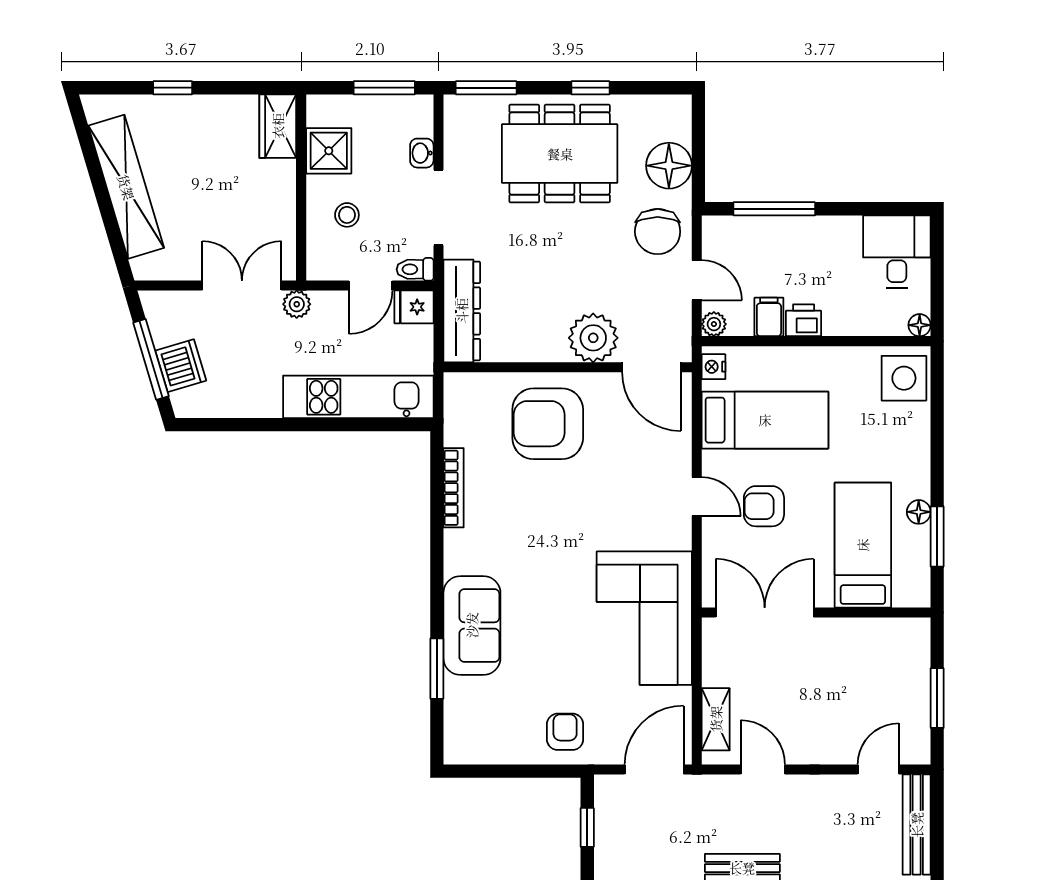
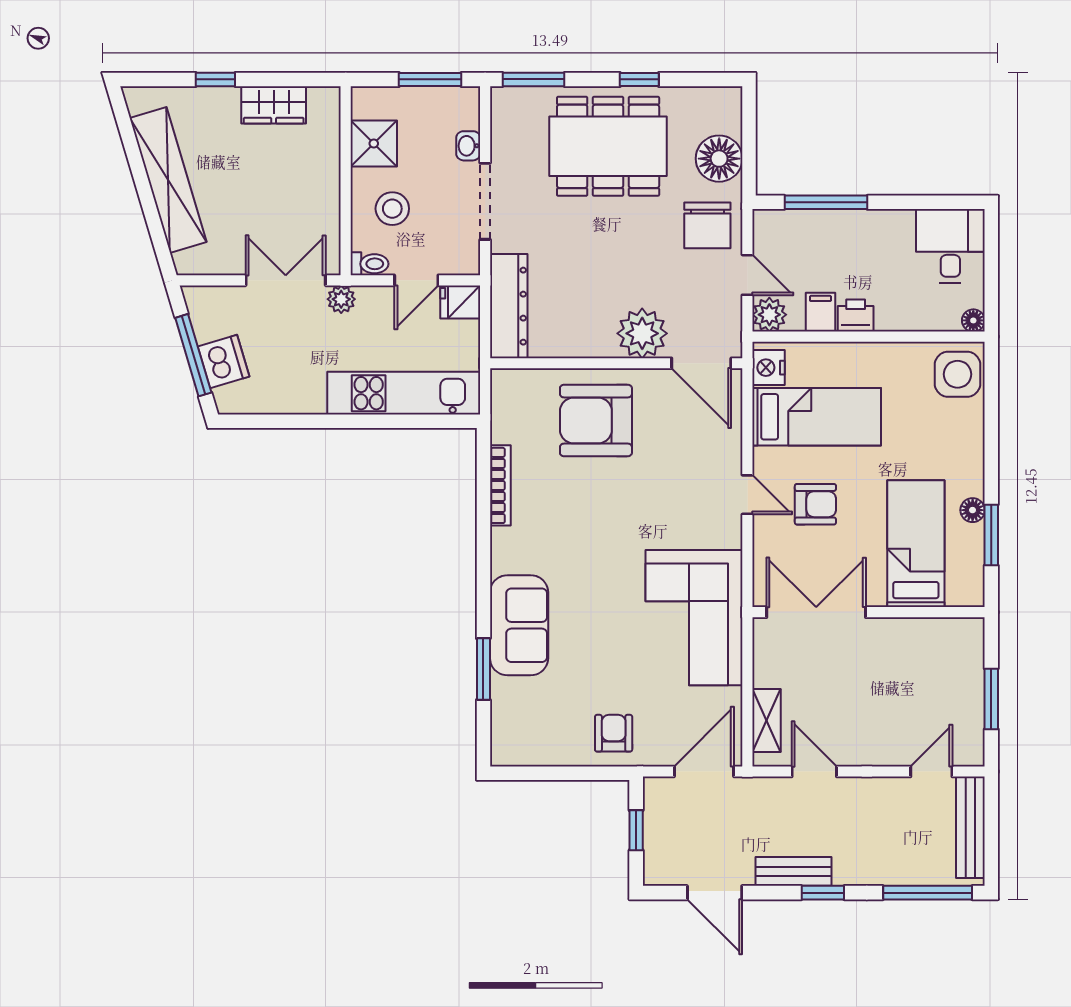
wardrobe: (278, 126) -> (274, 105), moved, turned -90
stool: (347, 215) -> (392, 209), width x1.37, depth x1.37
toilet: (415, 269) -> (369, 264), moved, turned 180
plant: (714, 324) -> (769, 315), width x1.38, depth x1.38
nightstand: (714, 367) -> (768, 368), width x1.39, depth x1.35
armchair: (764, 506) -> (815, 504), turned 180

